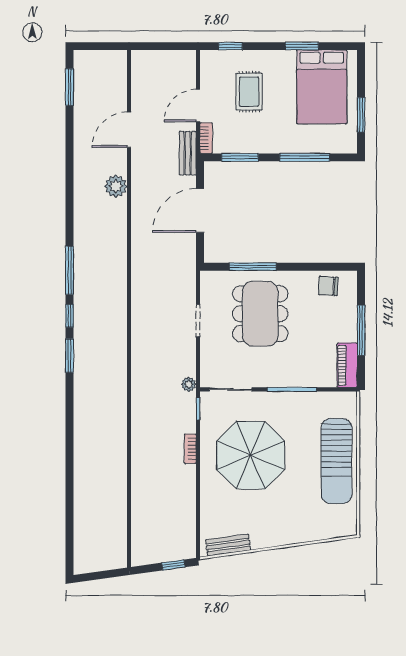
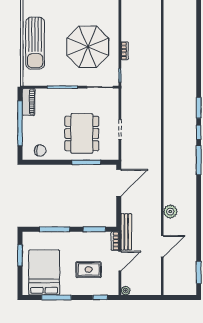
window: (302, 46) -> (56, 297), width x1.44
rug: (249, 92) -> (89, 269), turned 90
bench: (188, 153) -> (126, 232), width x1.36
door: (200, 210) -> (119, 183), moved
window: (361, 330) -> (20, 123), width x1.46
plant: (189, 384) -> (126, 291), moved
sun lounger: (336, 461) -> (35, 43), turned 180

